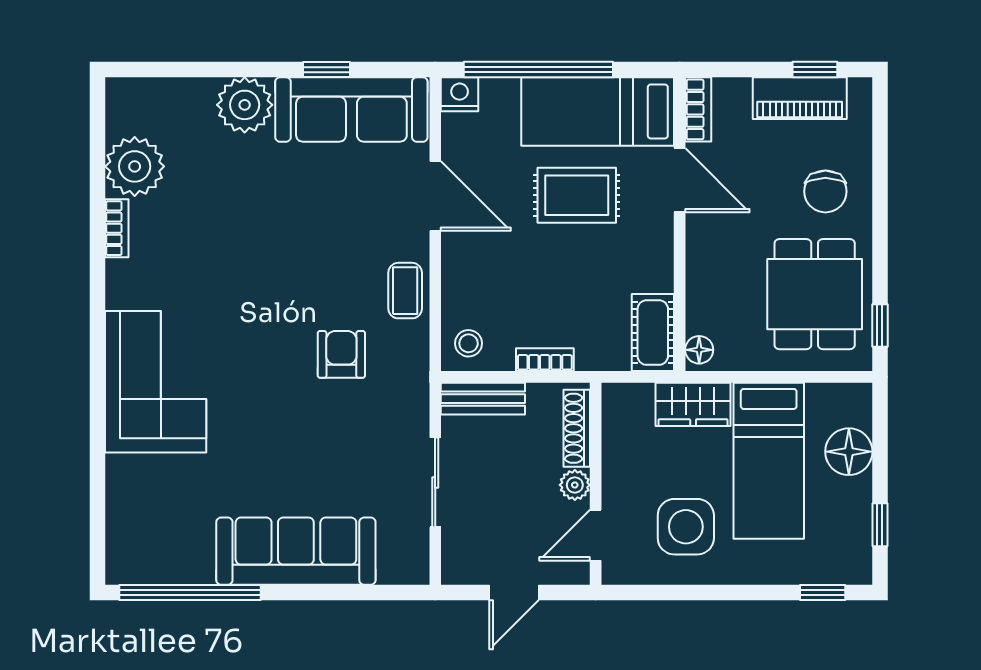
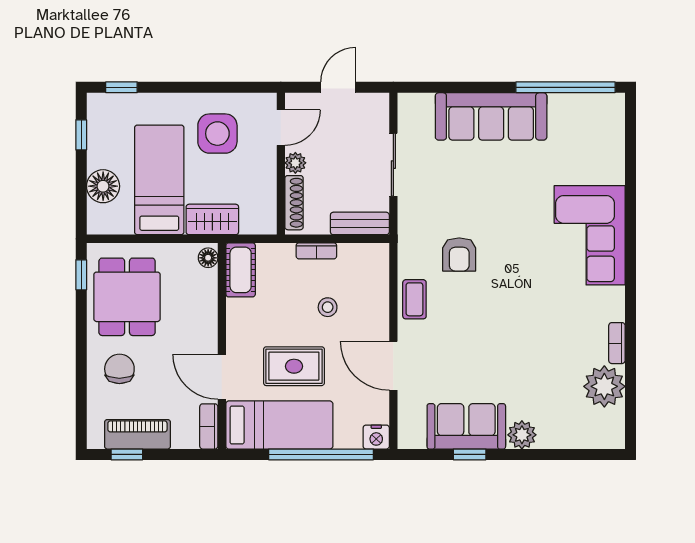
plant: (245, 105) -> (522, 435), width x0.73, depth x0.73
sofa: (351, 110) -> (466, 426), width x0.73
stool: (469, 343) -> (328, 307), moved

